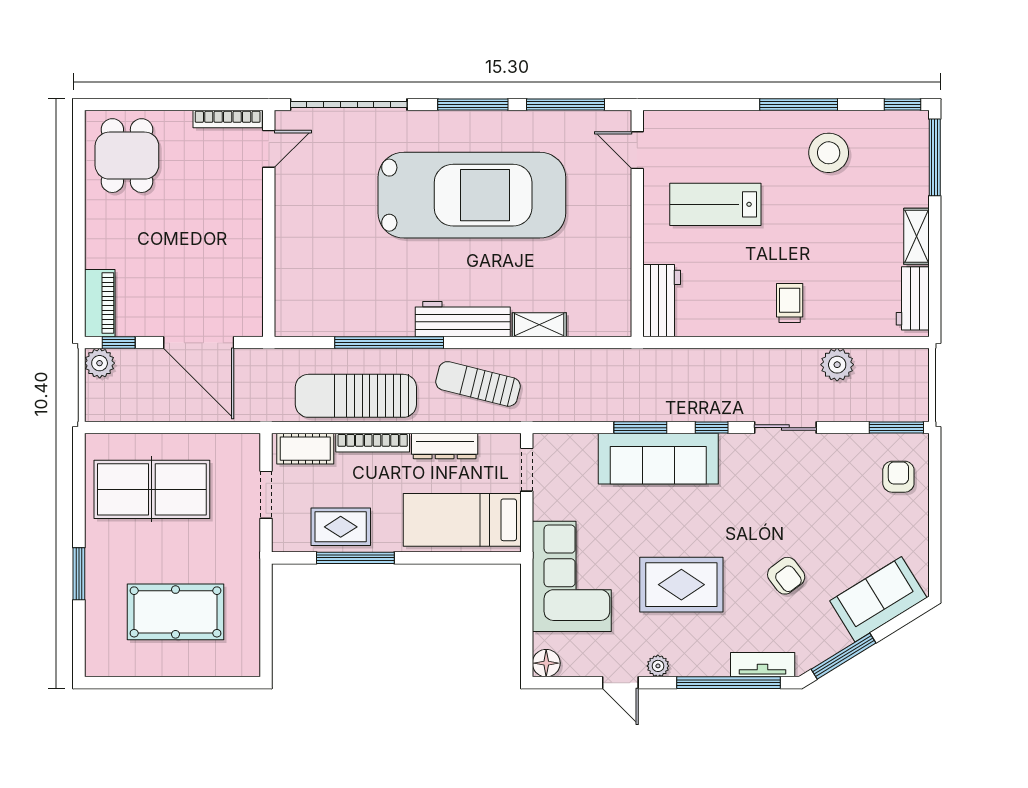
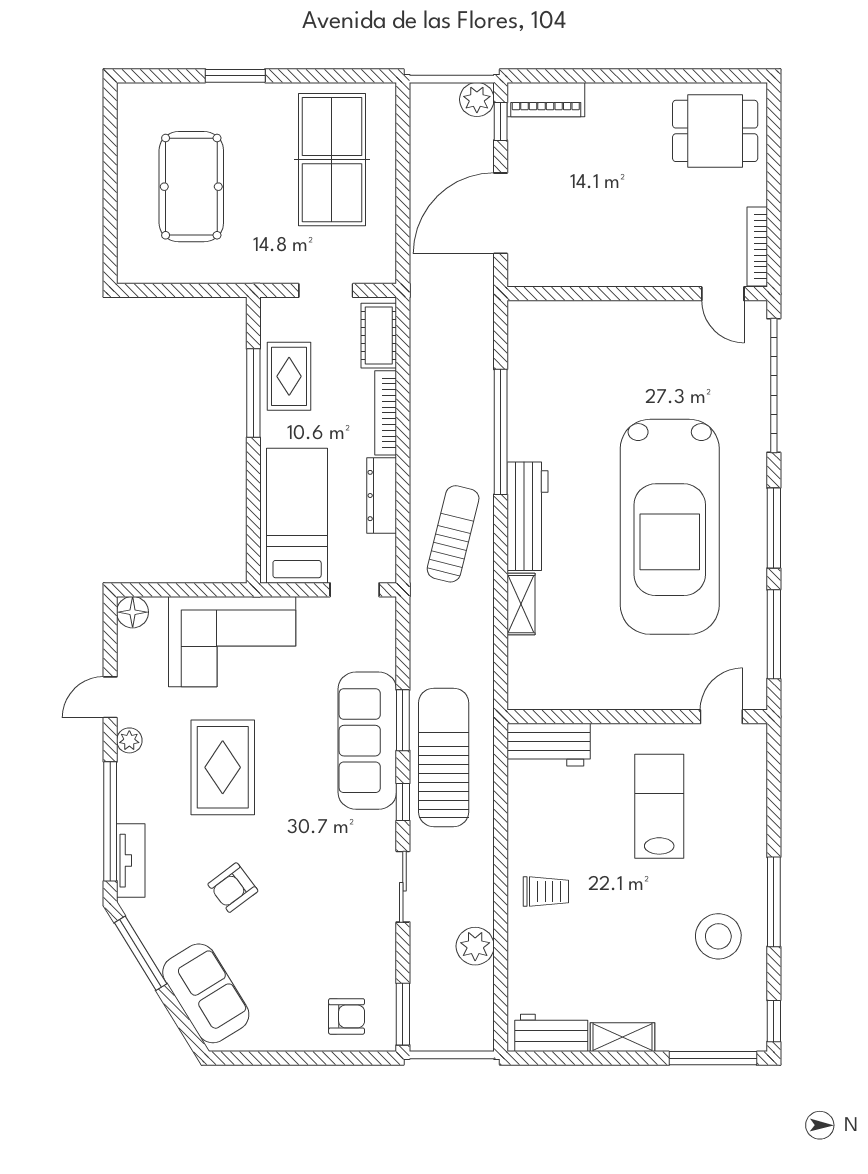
sun lounger: (356, 396) -> (444, 757), moved

